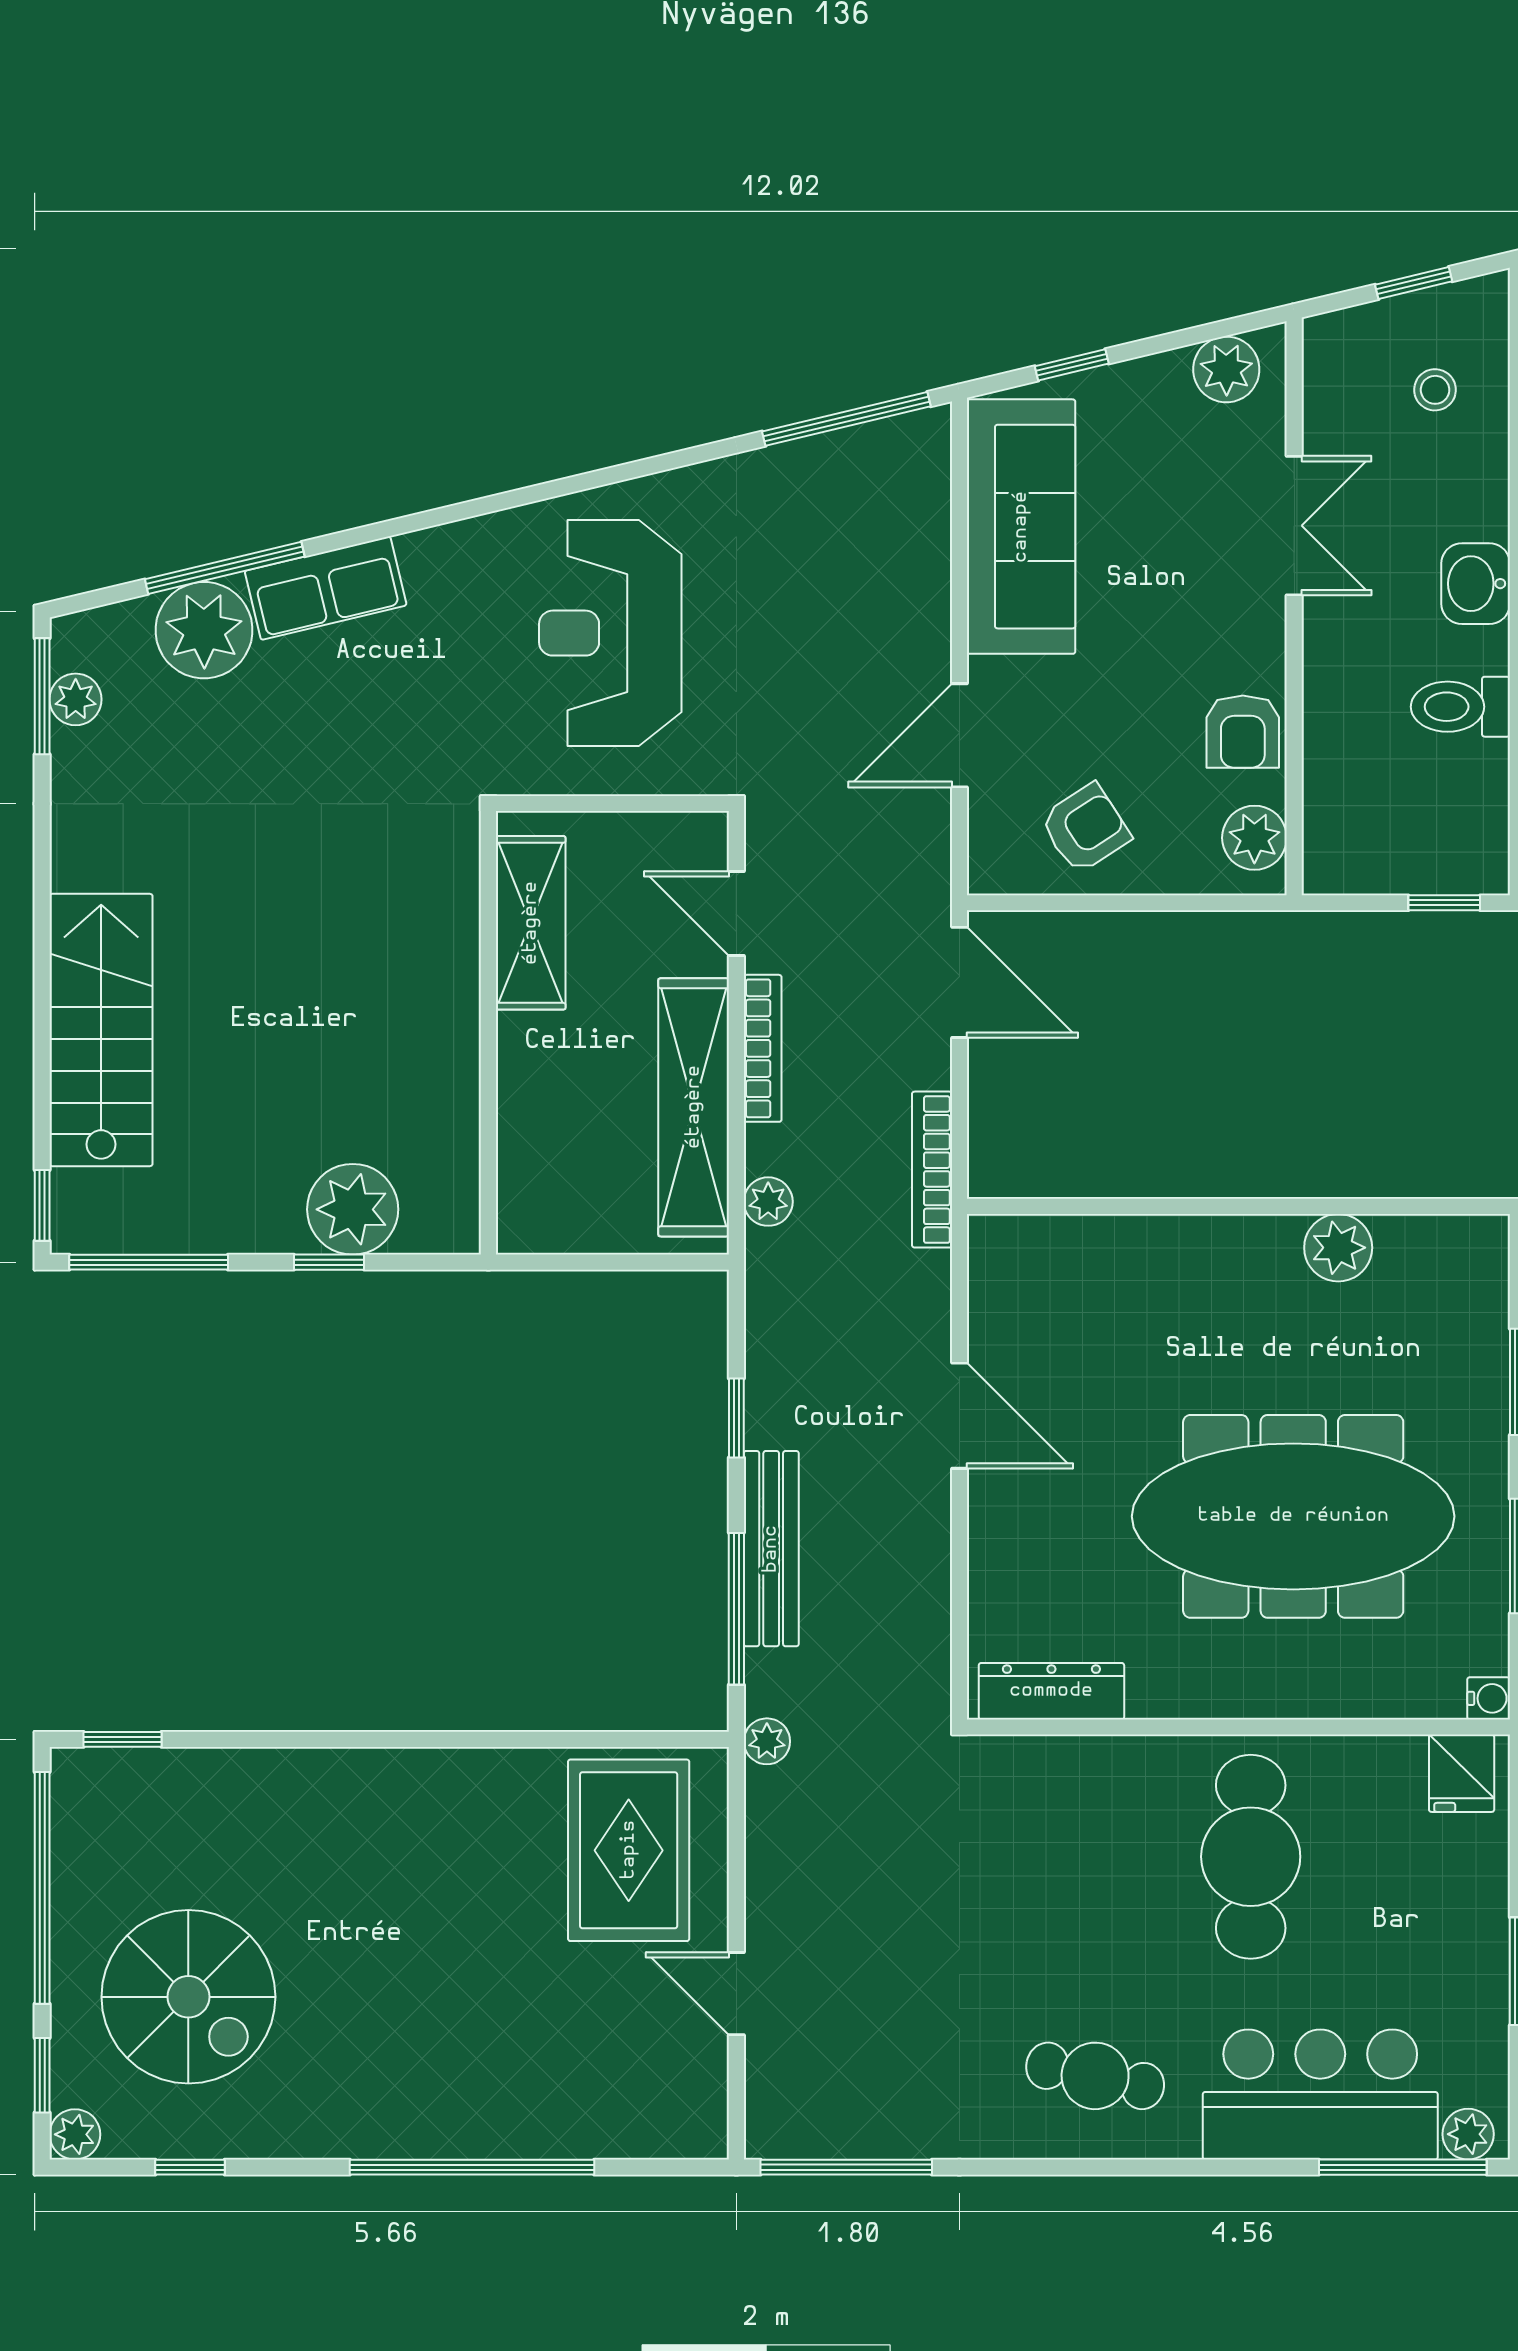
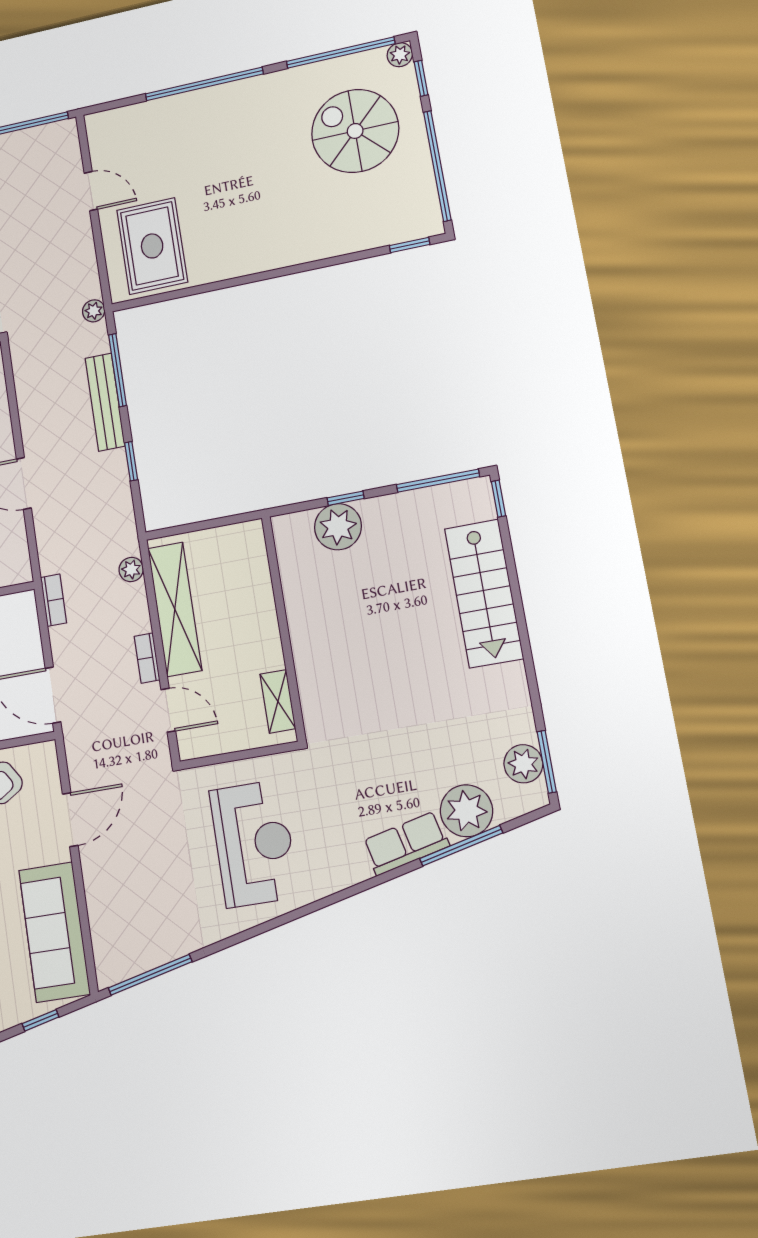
plant: (76, 699) -> (523, 764), width x1.38, depth x1.38
shelving: (531, 923) -> (278, 701), width x0.67, depth x0.75
bookcase: (763, 1048) -> (147, 658), width x0.64
bookcase: (932, 1170) -> (54, 600), width x0.64
window: (190, 2167) -> (341, 53), width x3.17

